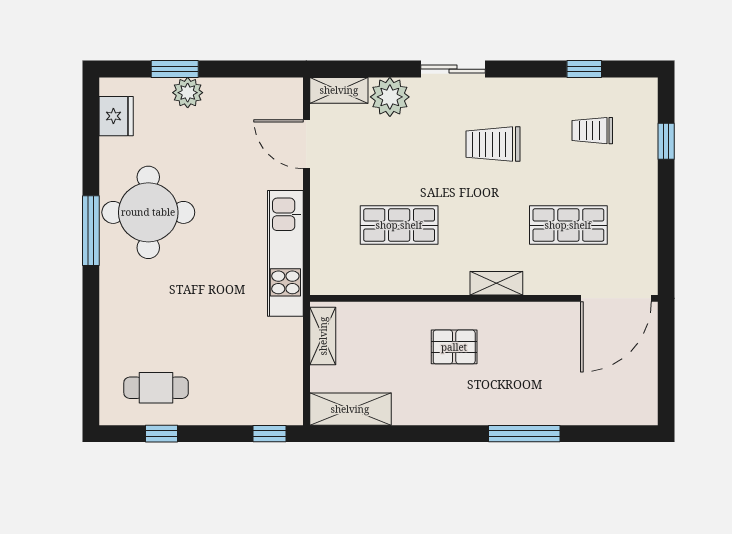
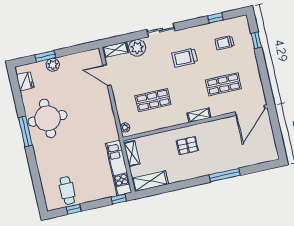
kitchen unit: (285, 253) -> (119, 168), moved
plant: (321, 273) -> (125, 127), added
cafe table: (156, 388) -> (67, 191), turned 90

